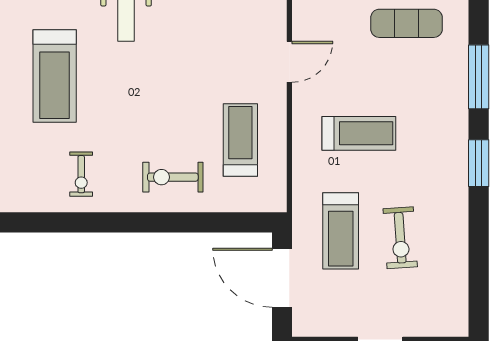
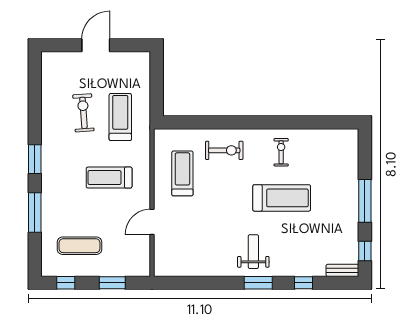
treadmill: (55, 76) -> (282, 198), moved, turned 90
treadmill: (240, 140) -> (182, 173), turned 180
door: (282, 278) -> (157, 88), removed

